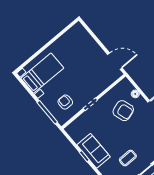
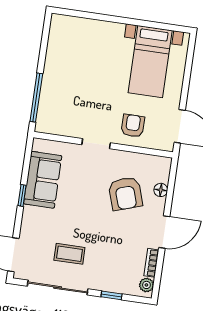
bed with nightstands: (42, 73) -> (150, 62), moved, turned 90
armchair: (65, 102) -> (133, 126), moved
sofa: (94, 151) -> (43, 180), moved

